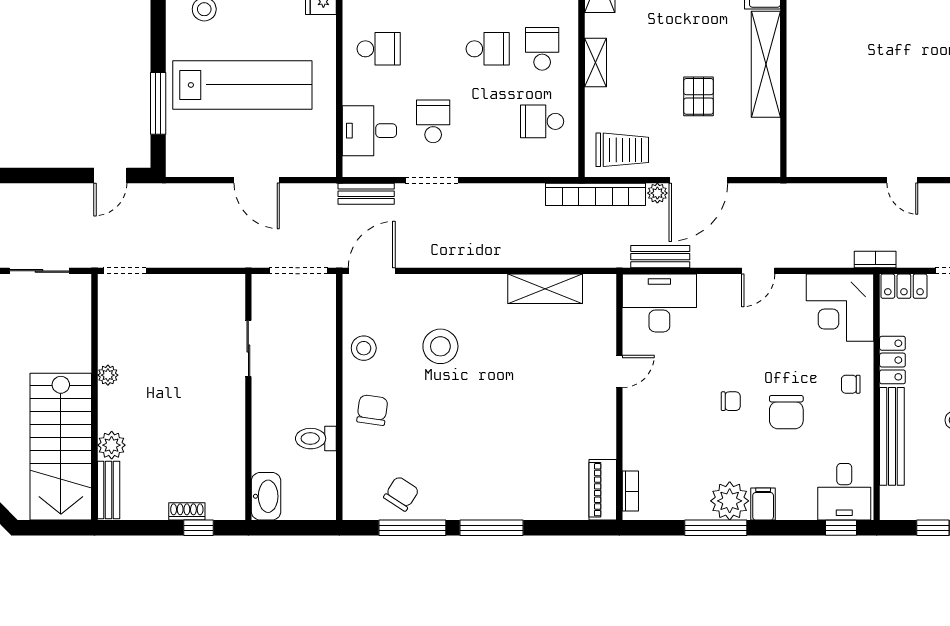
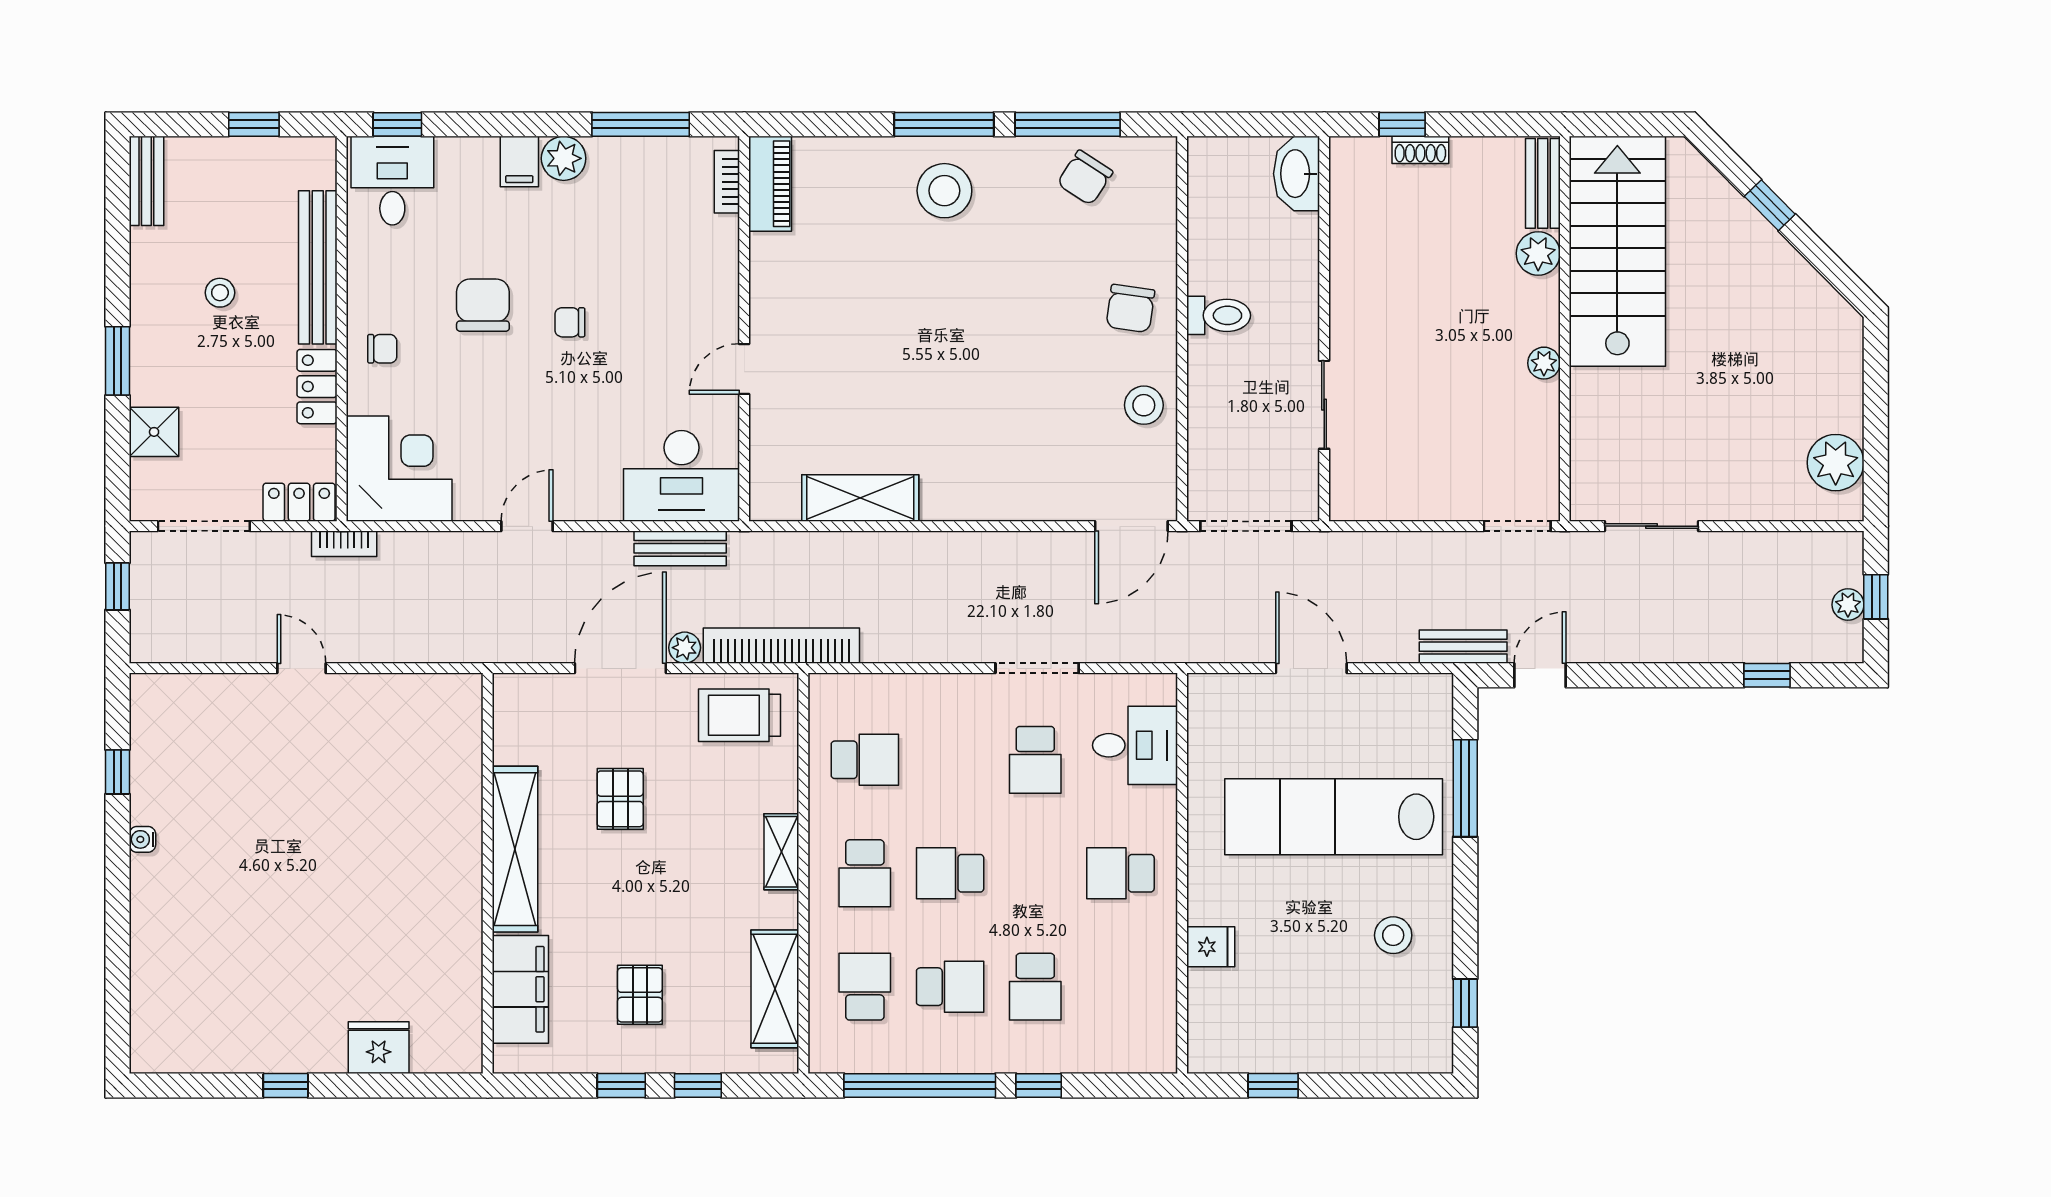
bench: (366, 194) -> (1463, 647), moved
stool: (440, 346) -> (944, 191), moved
toilet: (316, 439) -> (1219, 315), moved
plant: (730, 501) -> (564, 158), width x0.73, depth x0.73
window: (716, 528) -> (641, 124), moved

